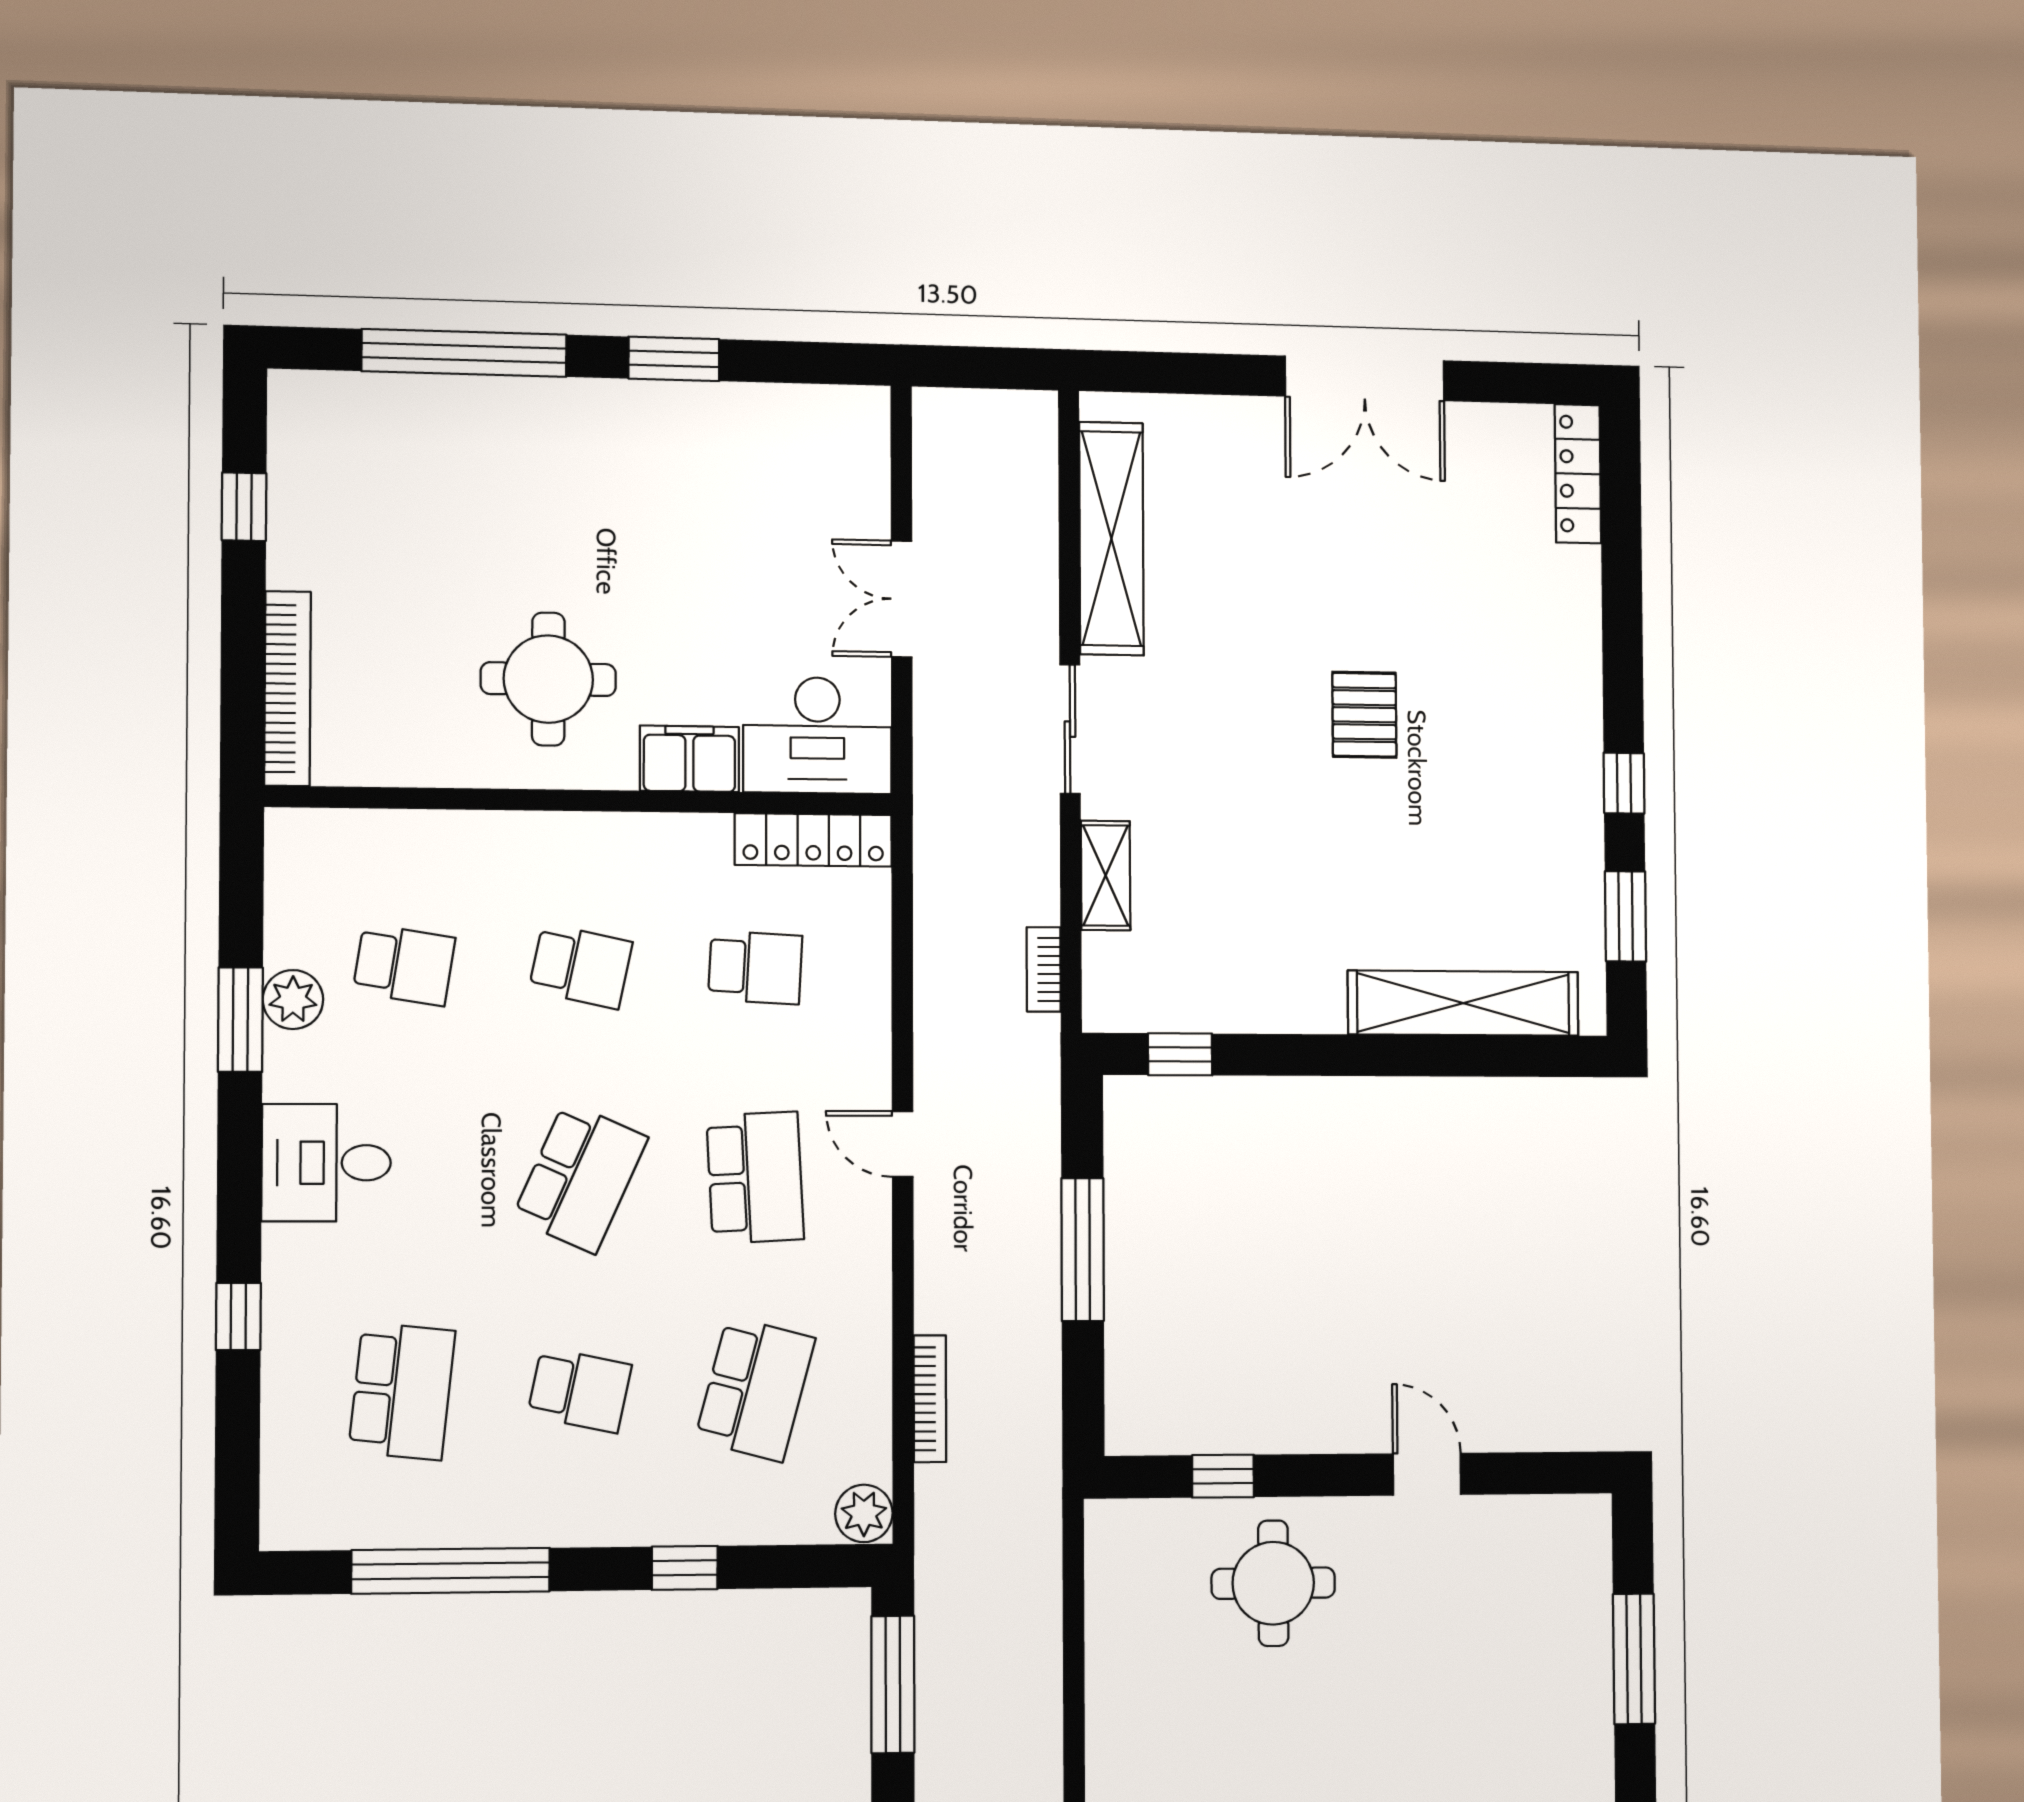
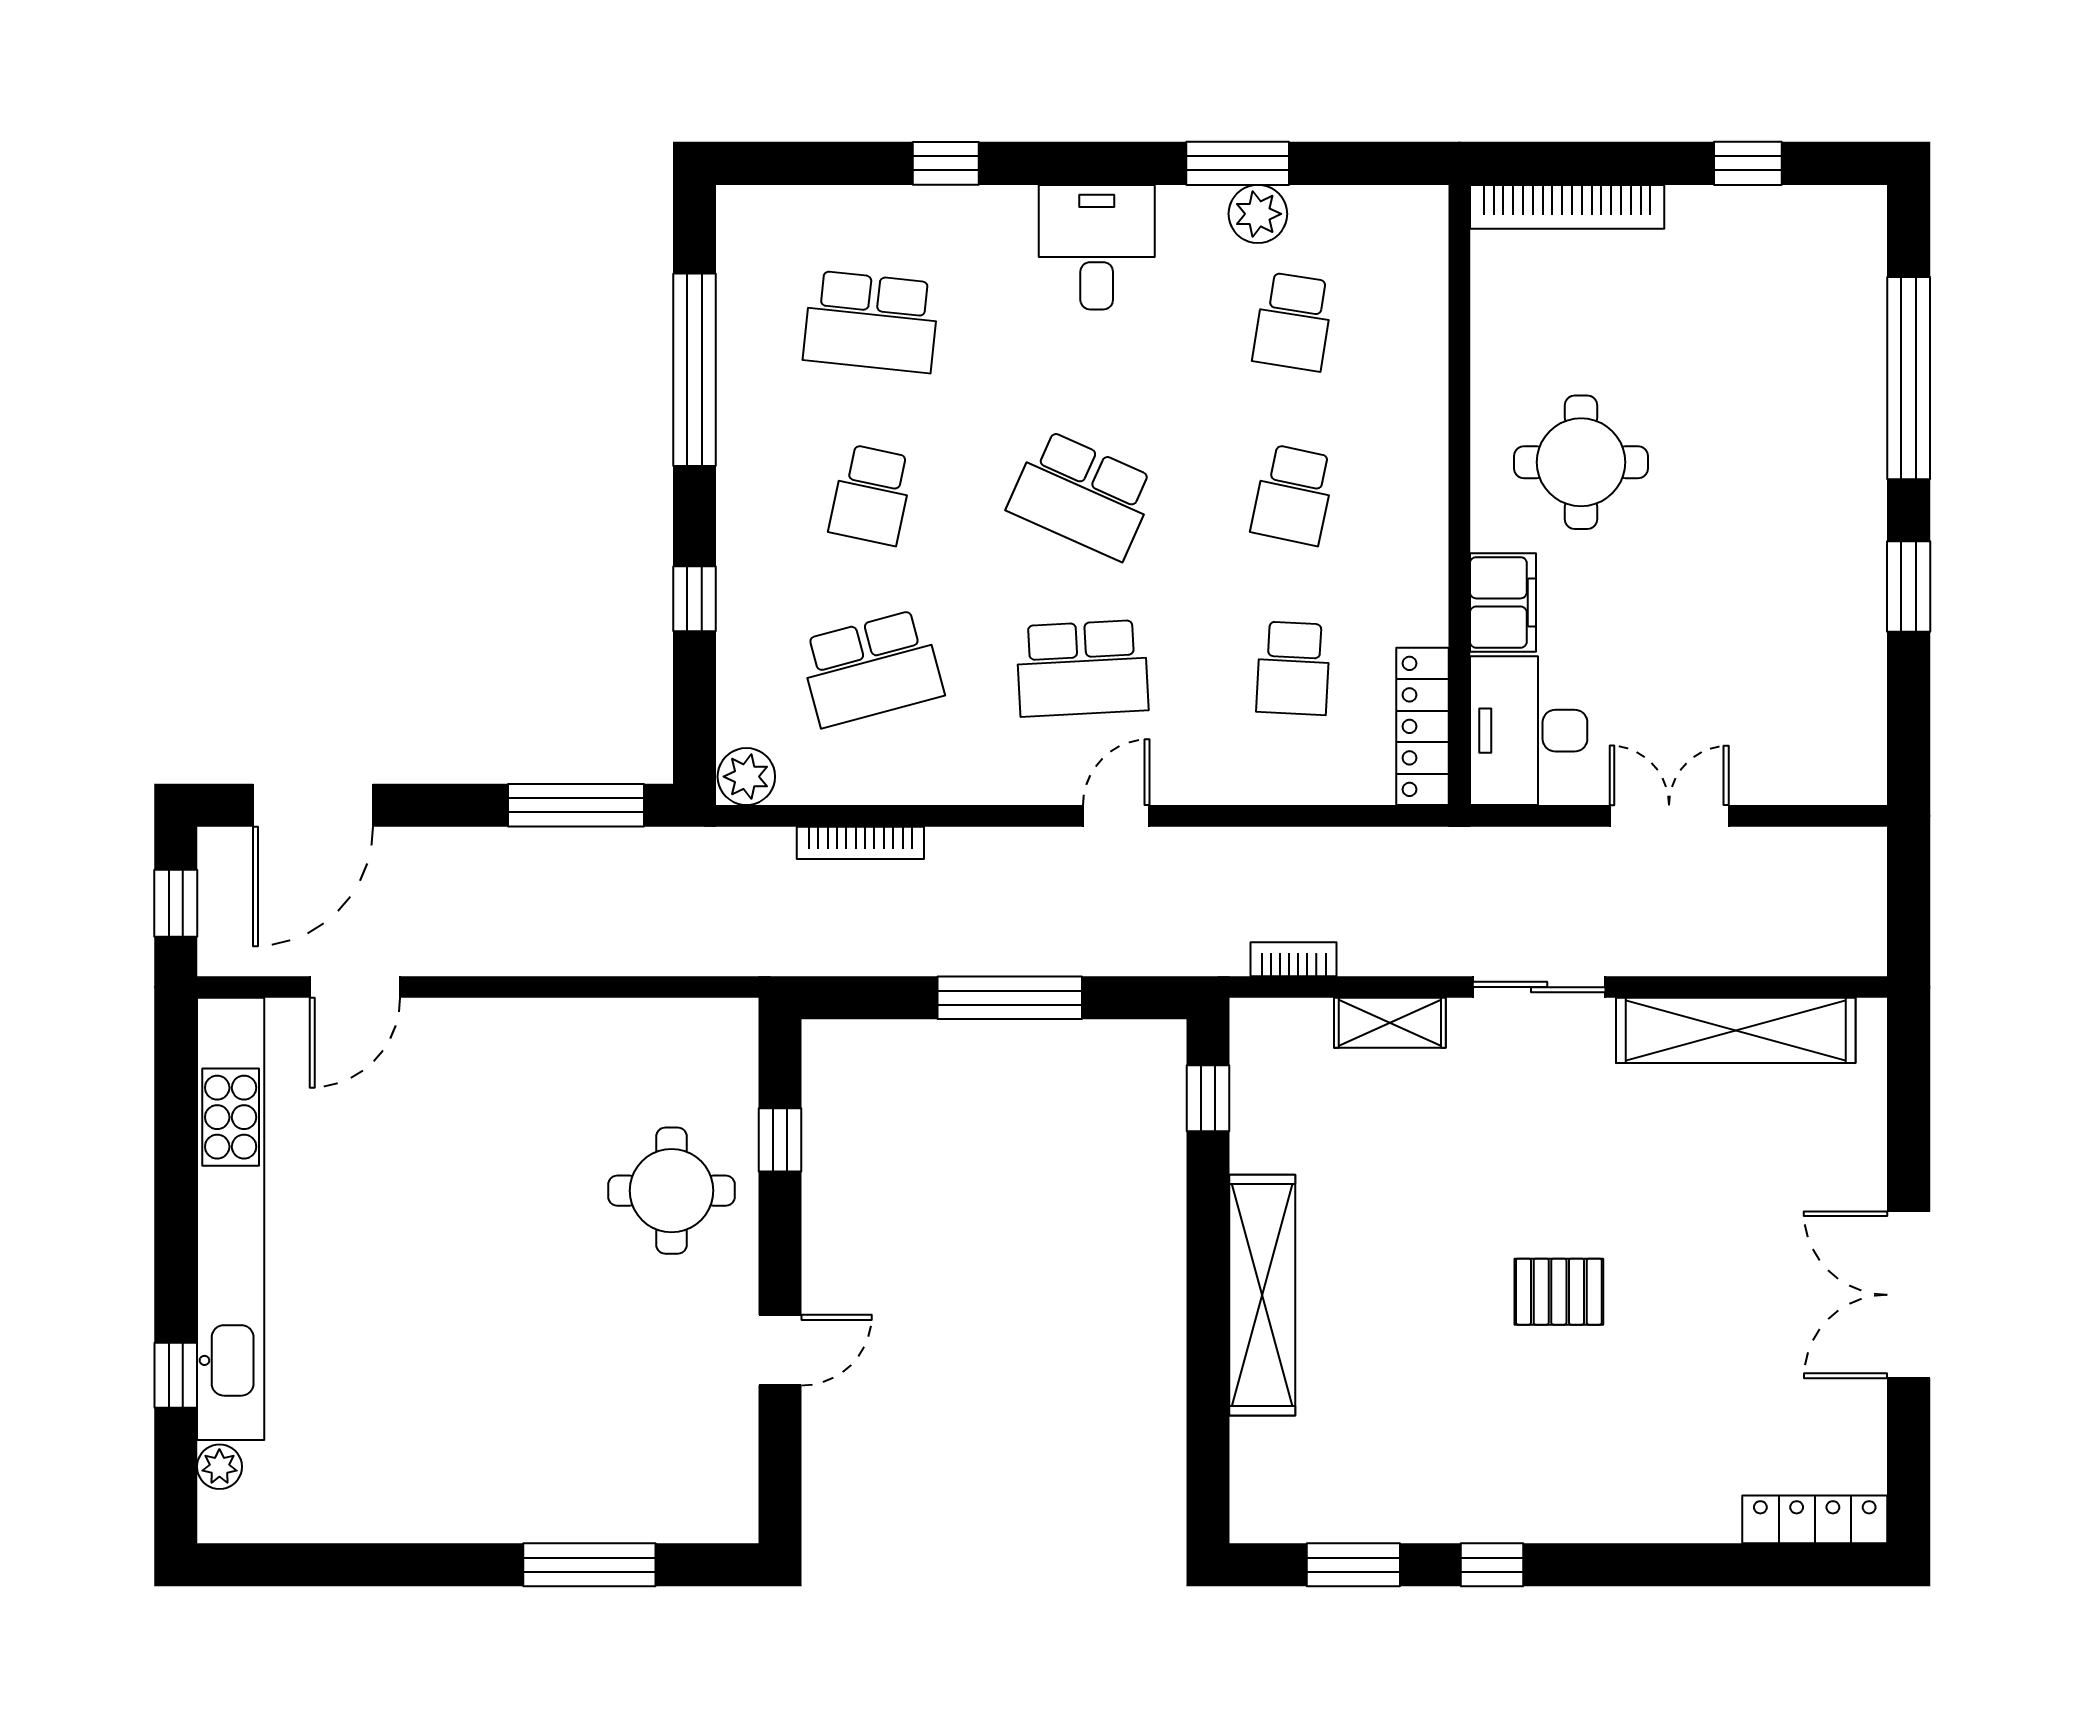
shelving: (1463, 1003) -> (1262, 1295), moved
school desk: (755, 1389) -> (871, 668), turned -30

